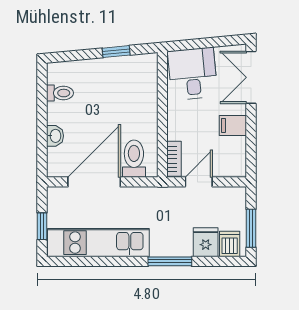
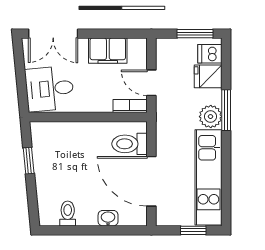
filing cabinet: (233, 125) -> (108, 51), width x2.00
plant: (163, 245) -> (211, 117), added

